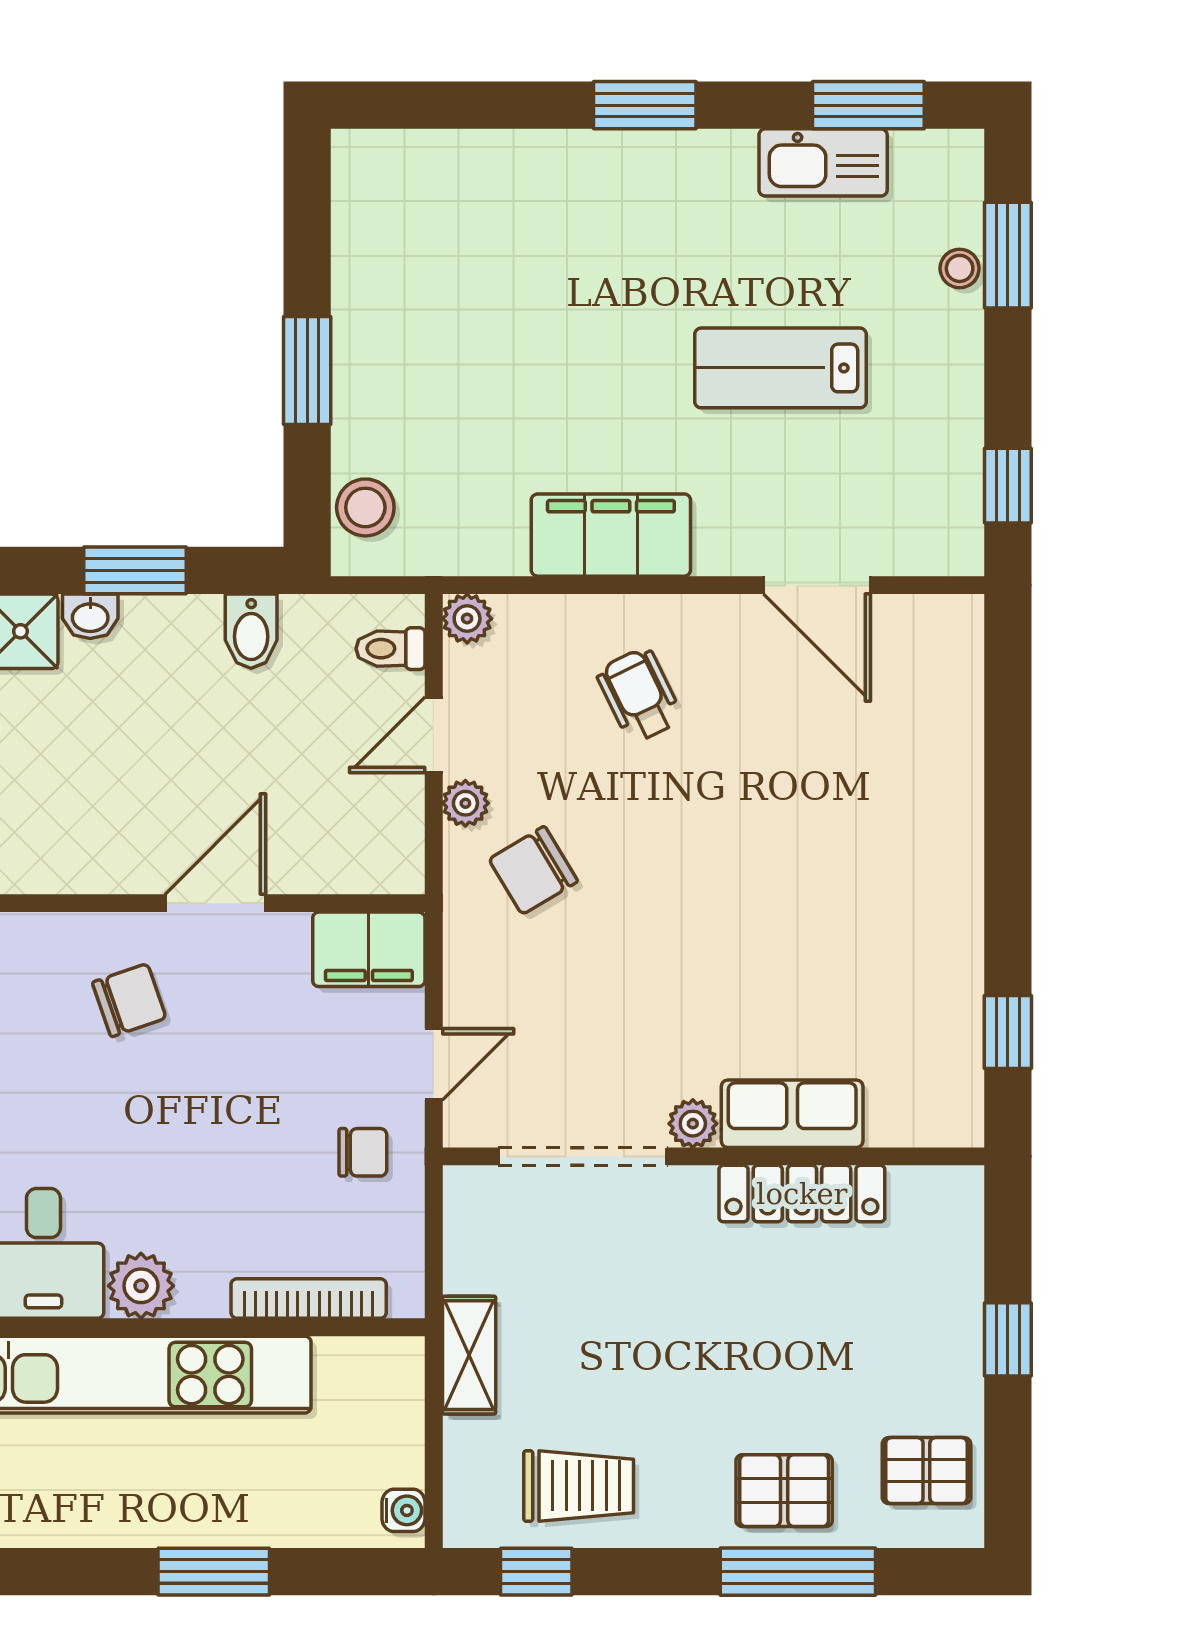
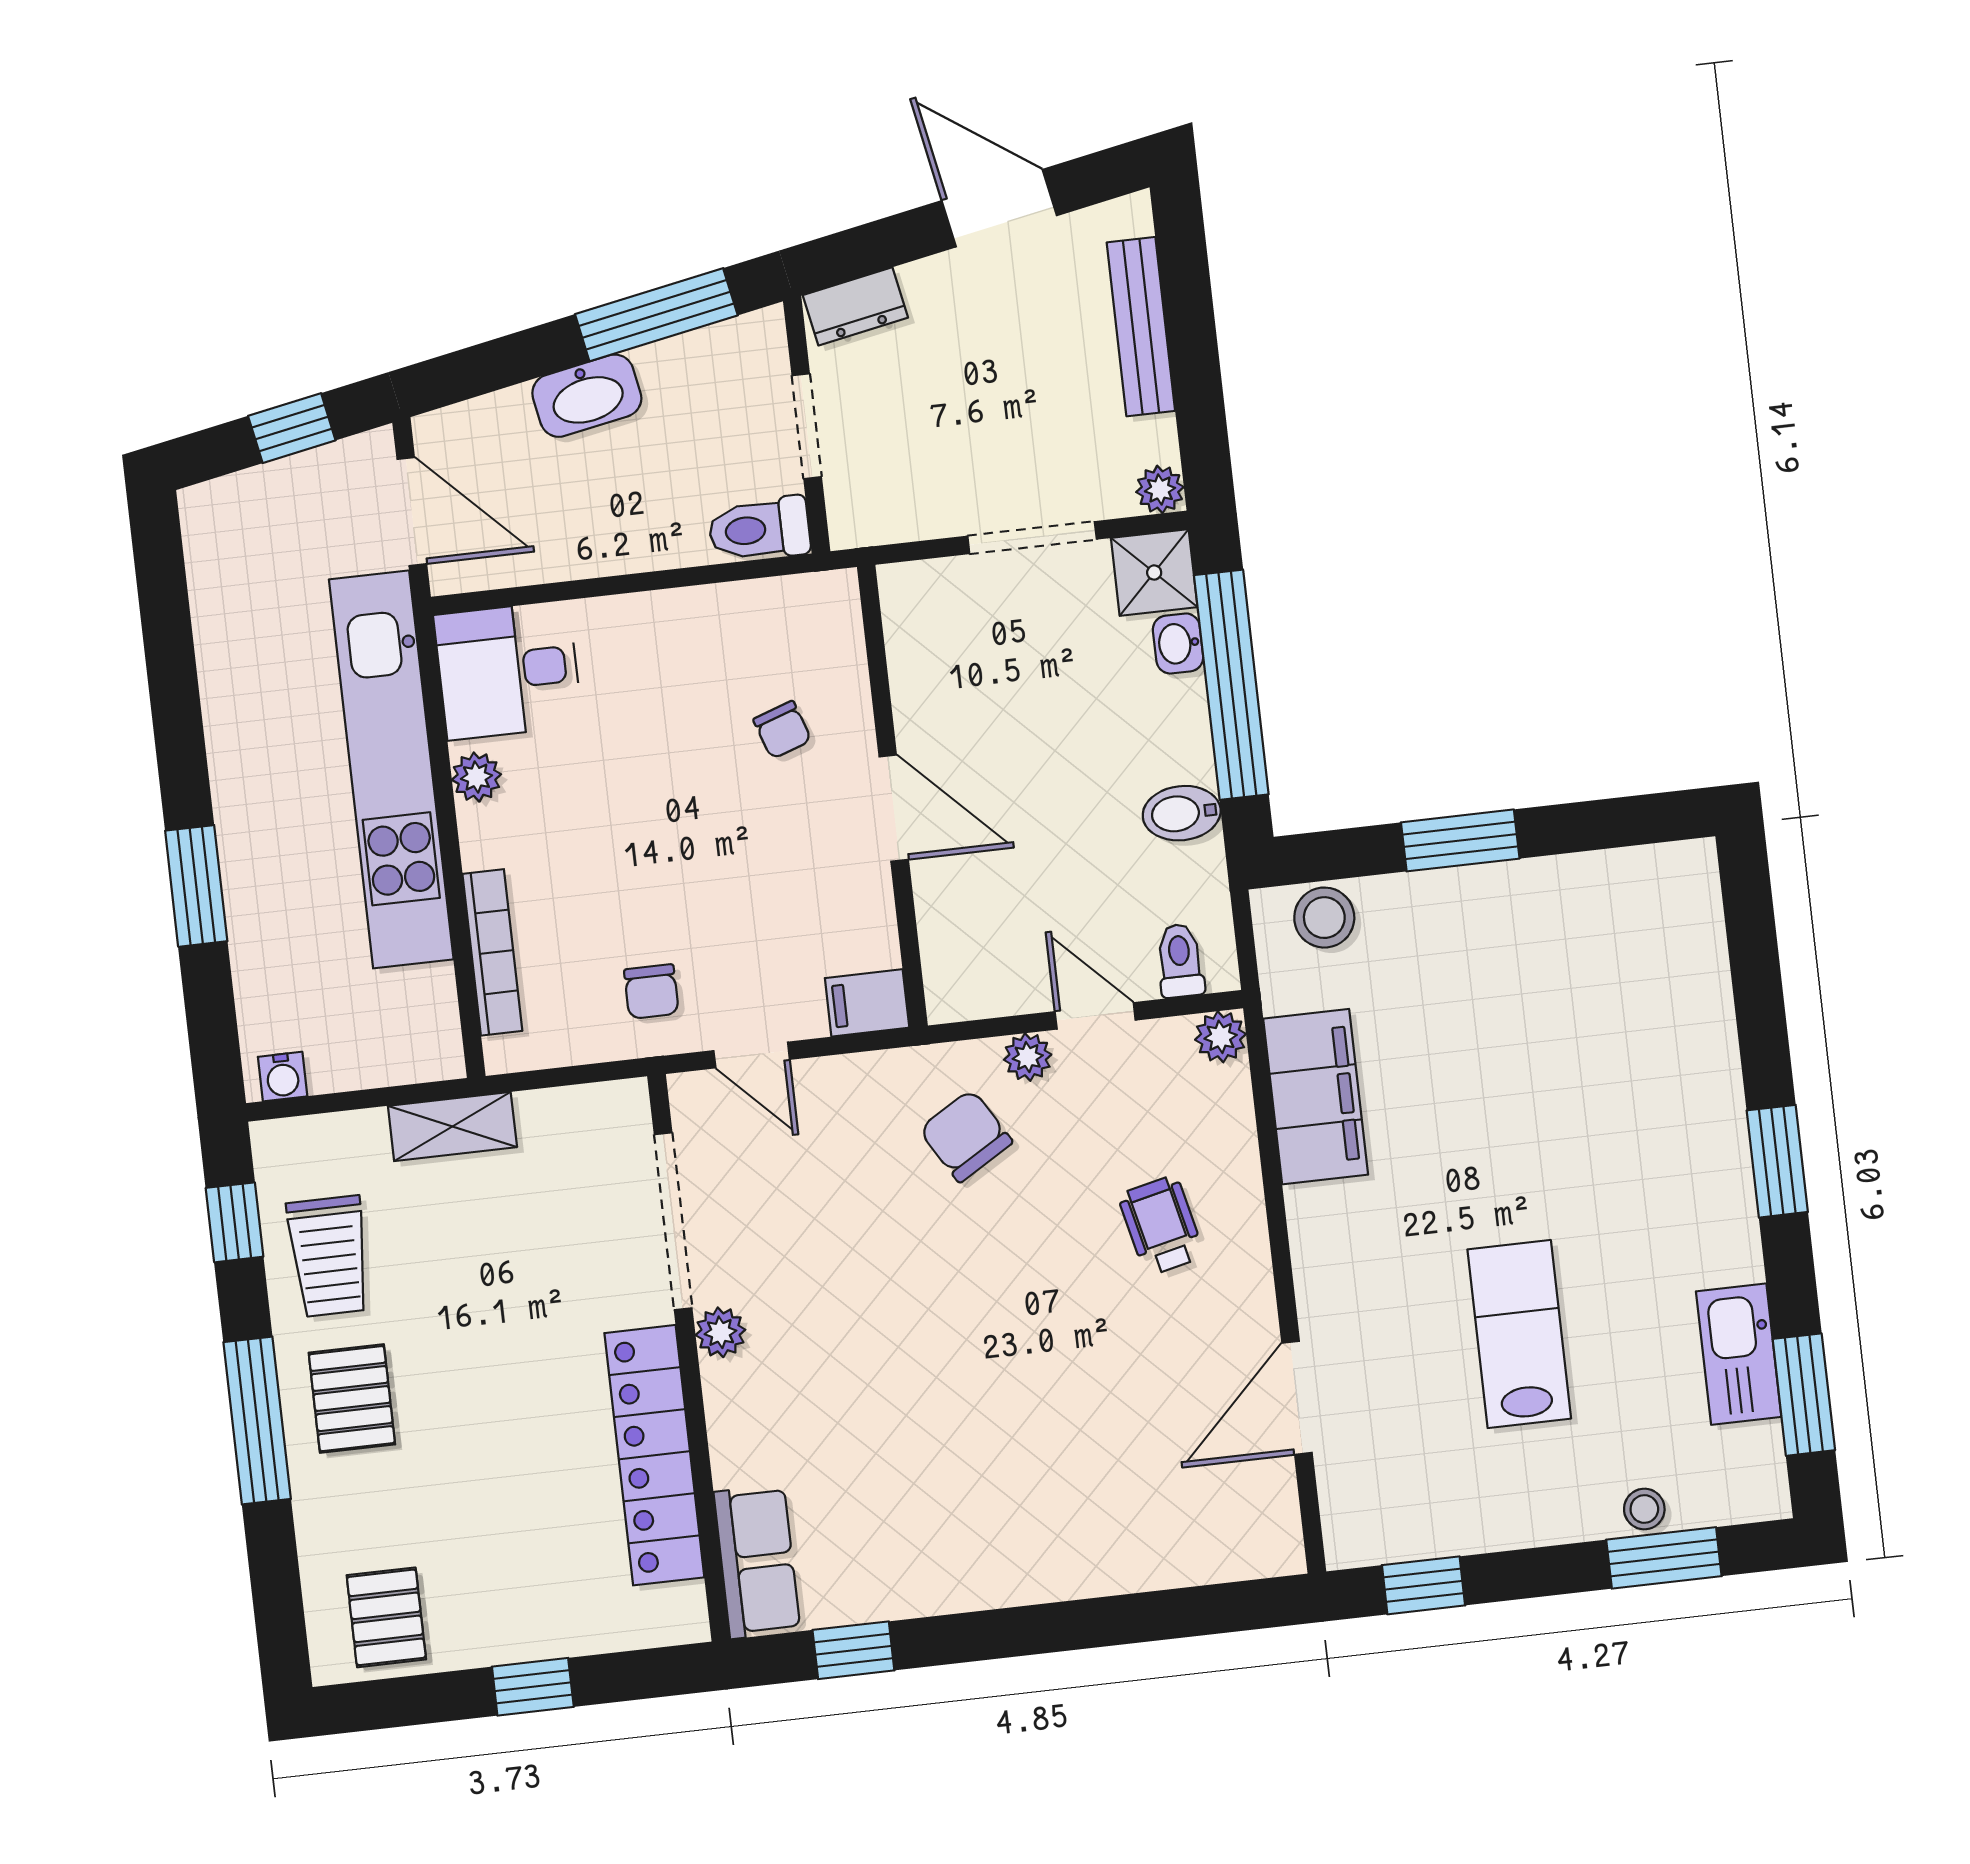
filing cabinet: (611, 535) -> (1316, 1097), moved
window: (135, 570) -> (1231, 685), width x2.11
wheelchair: (639, 695) -> (1161, 1226), turned -77
filing cabinet: (369, 949) -> (867, 1003), width x0.50
chair: (129, 1000) -> (782, 730), width x0.73, depth x0.73
row of seats: (792, 1114) -> (757, 1562), moved
locker: (802, 1194) -> (654, 1455), width x1.41, depth x1.21
plant: (141, 1286) -> (476, 777), width x0.73, depth x0.73
pallet: (784, 1491) -> (352, 1399), moved
window: (798, 1572) -> (257, 1421), moved

